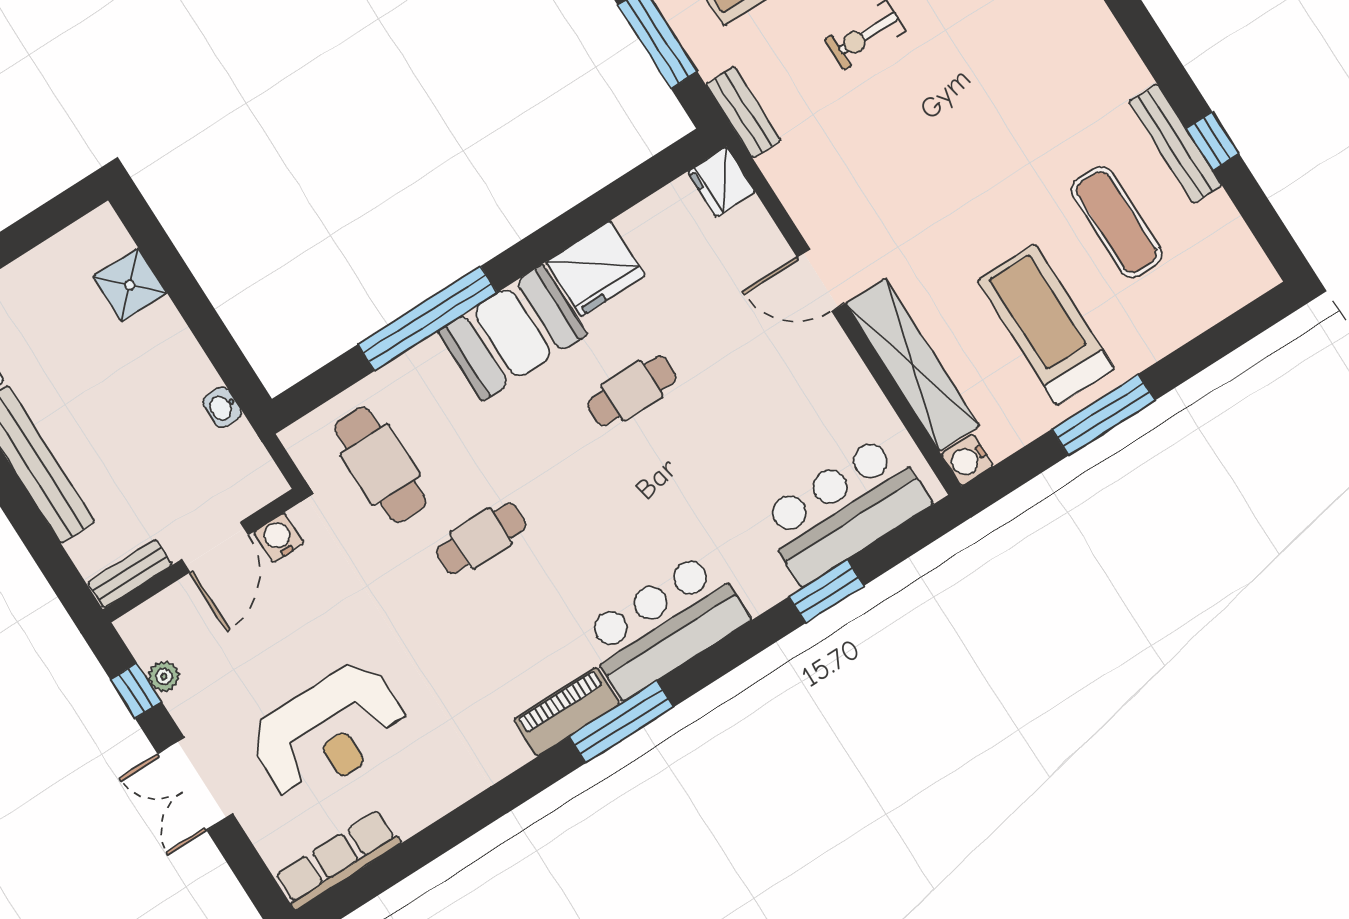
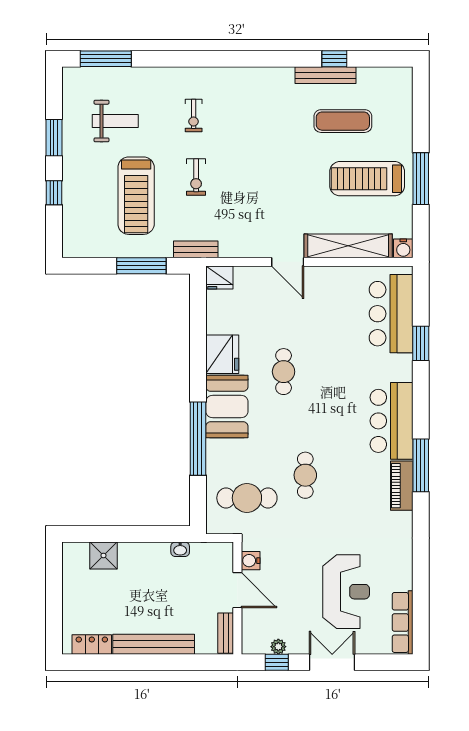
door: (821, 280) -> (288, 262), hinge flipped
double door: (195, 784) -> (332, 662), swing flipped

